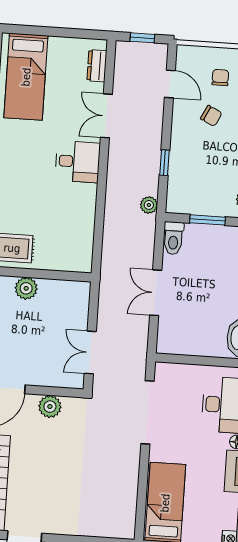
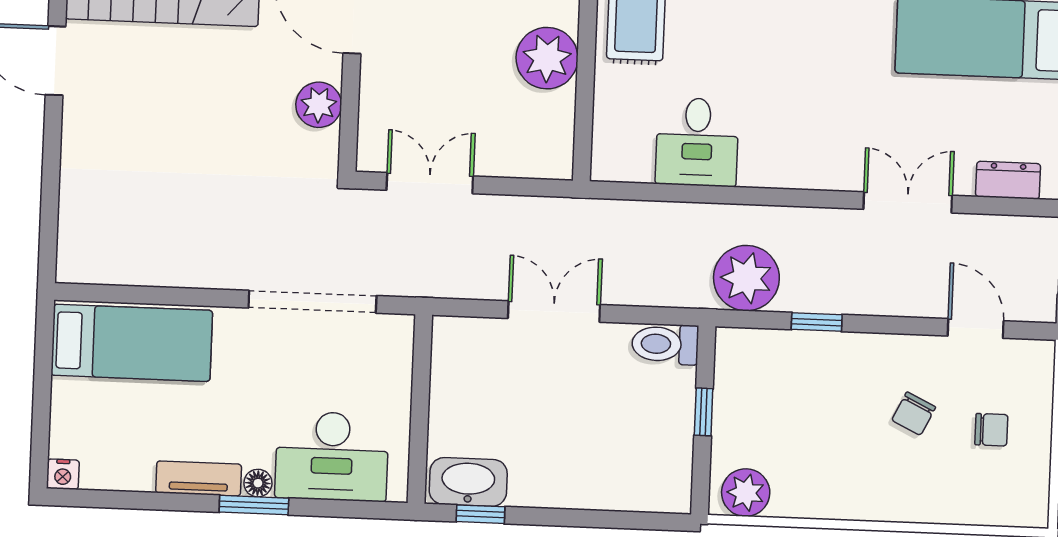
door: (170, 84) -> (976, 328), swing flipped
desk: (78, 162) -> (697, 142), moved
plant: (149, 205) -> (746, 278), width x1.87, depth x1.87
window: (208, 220) -> (704, 412), width x0.67
plant: (26, 288) -> (547, 58), width x1.36, depth x1.36

